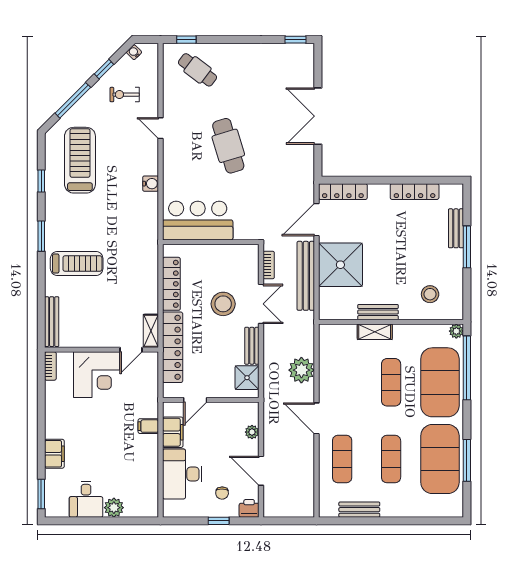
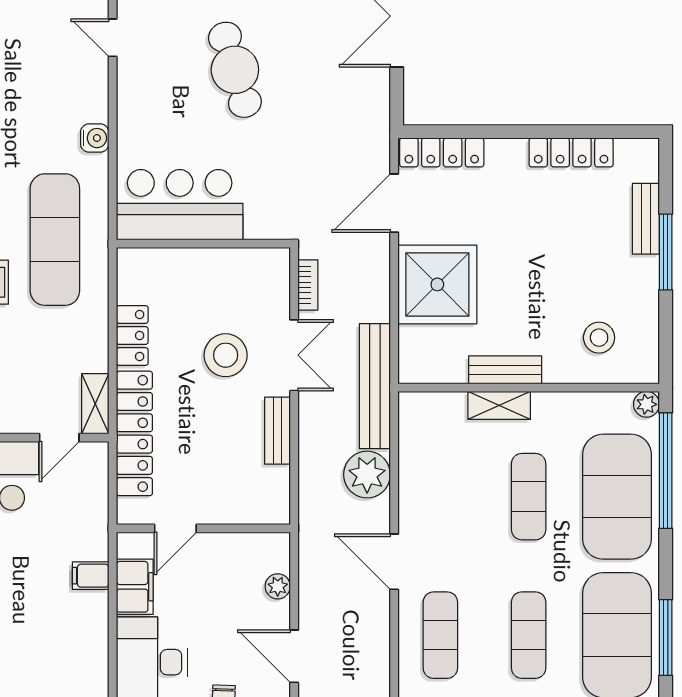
exercise mat: (129, 240) -> (55, 240), added
bench: (306, 276) -> (375, 386), moved
locker: (171, 284) -> (132, 336), width x0.66
shower: (247, 378) -> (269, 488), removed

